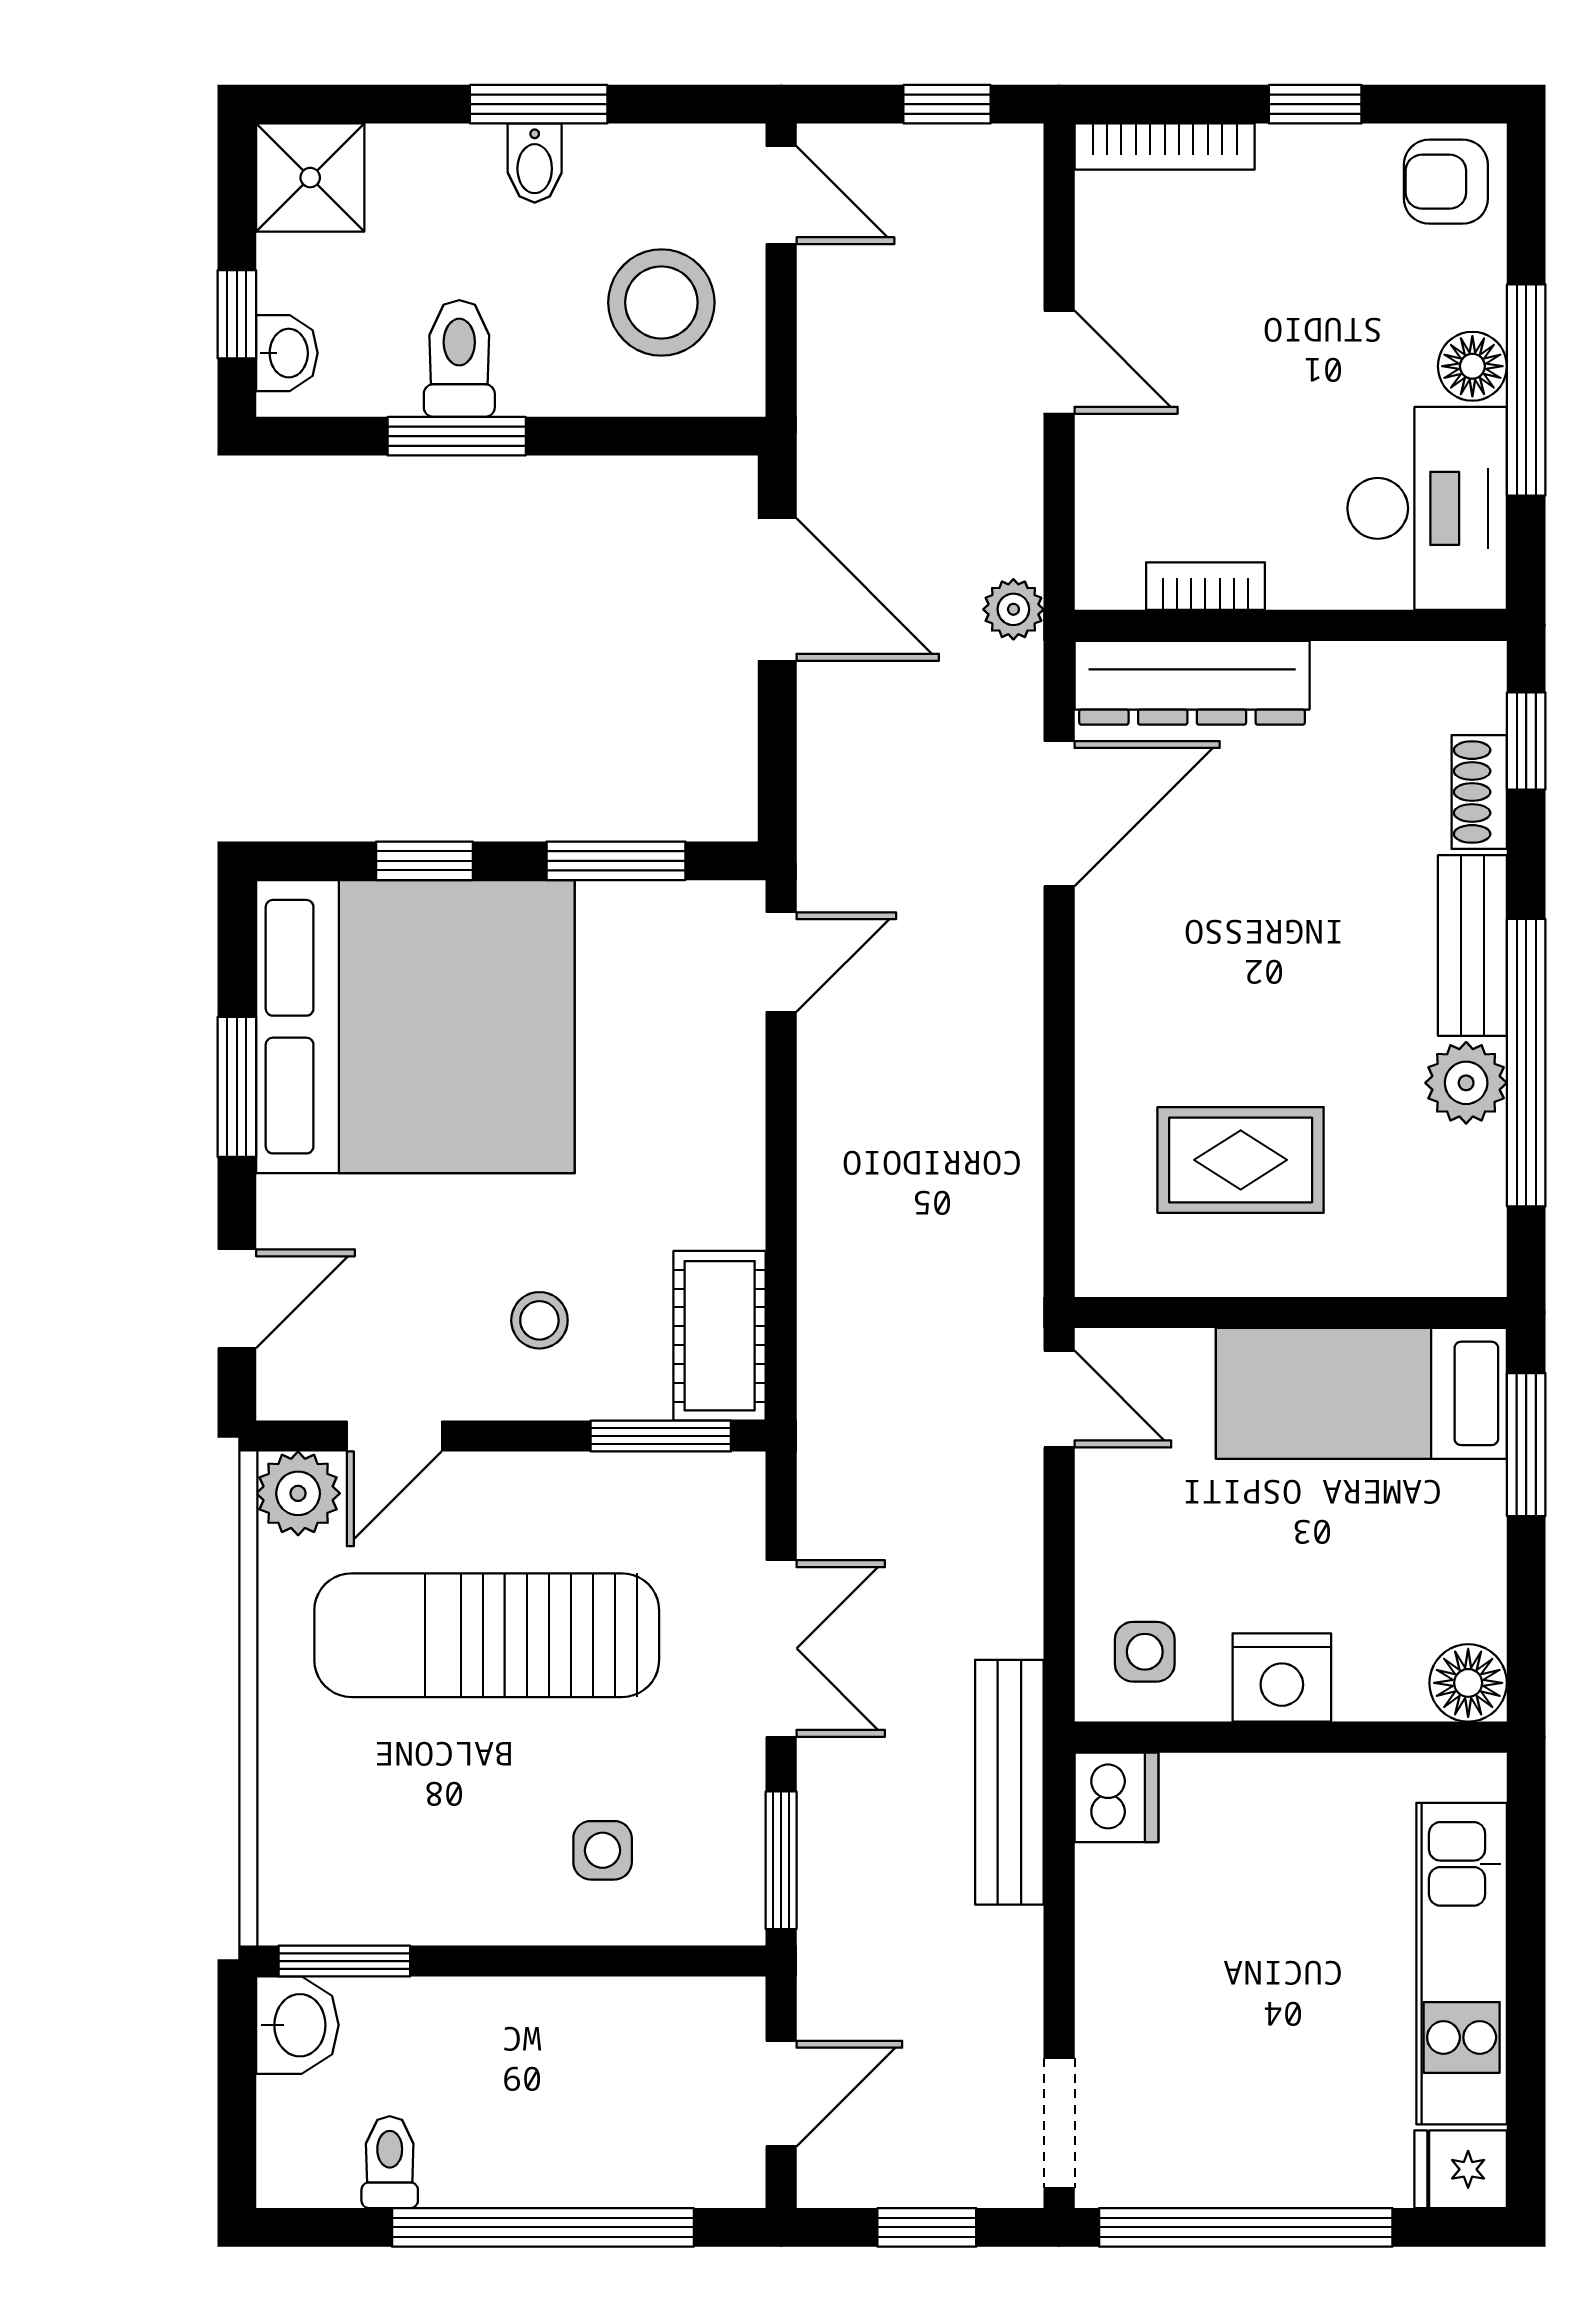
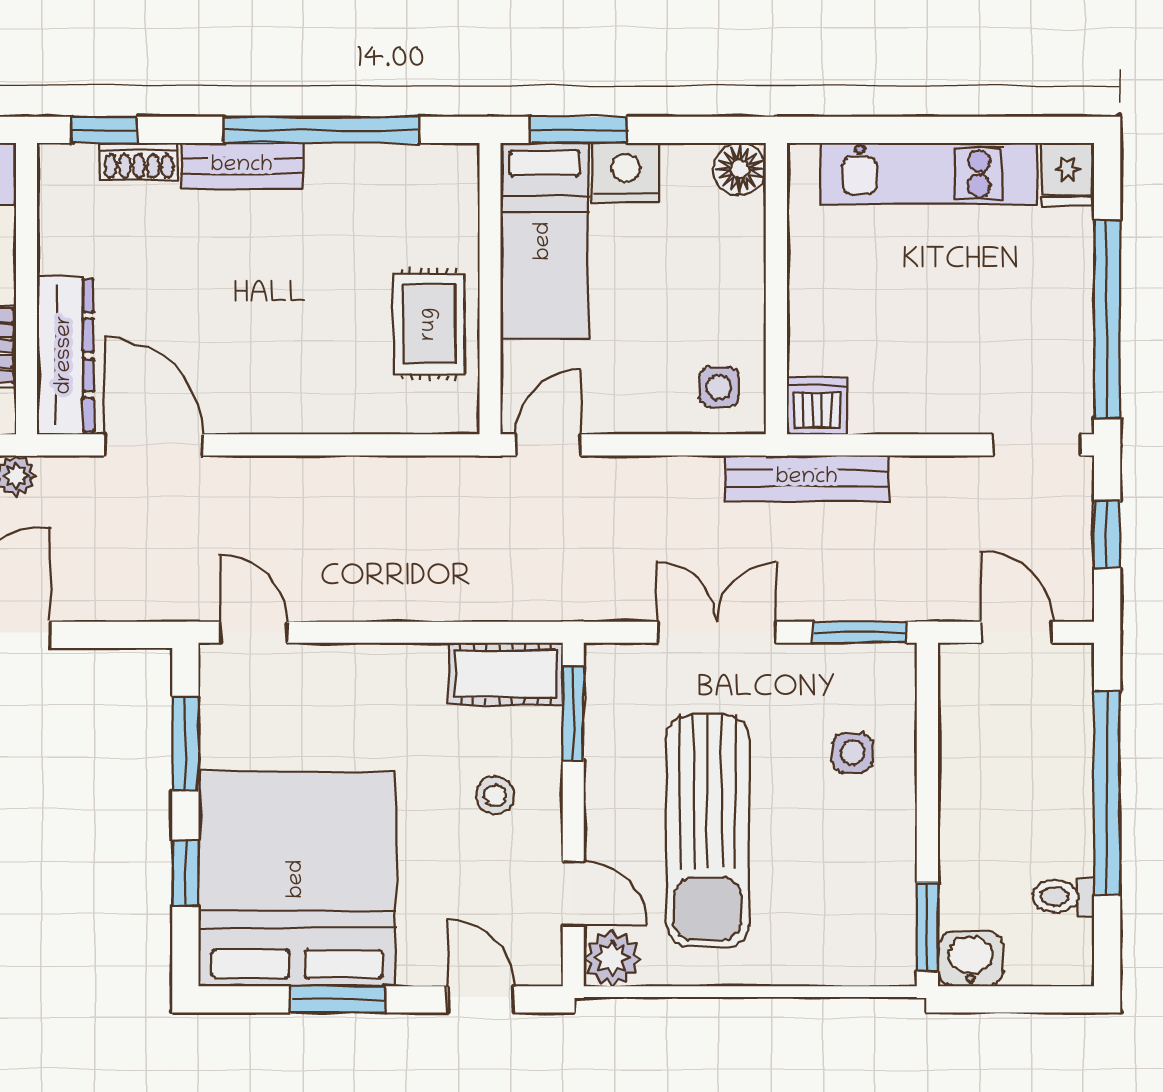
plant: (1466, 1083) -> (335, 170), removed
rug: (1241, 1160) -> (429, 324), moved
nightstand: (1282, 1677) -> (626, 173), moved, turned -90

